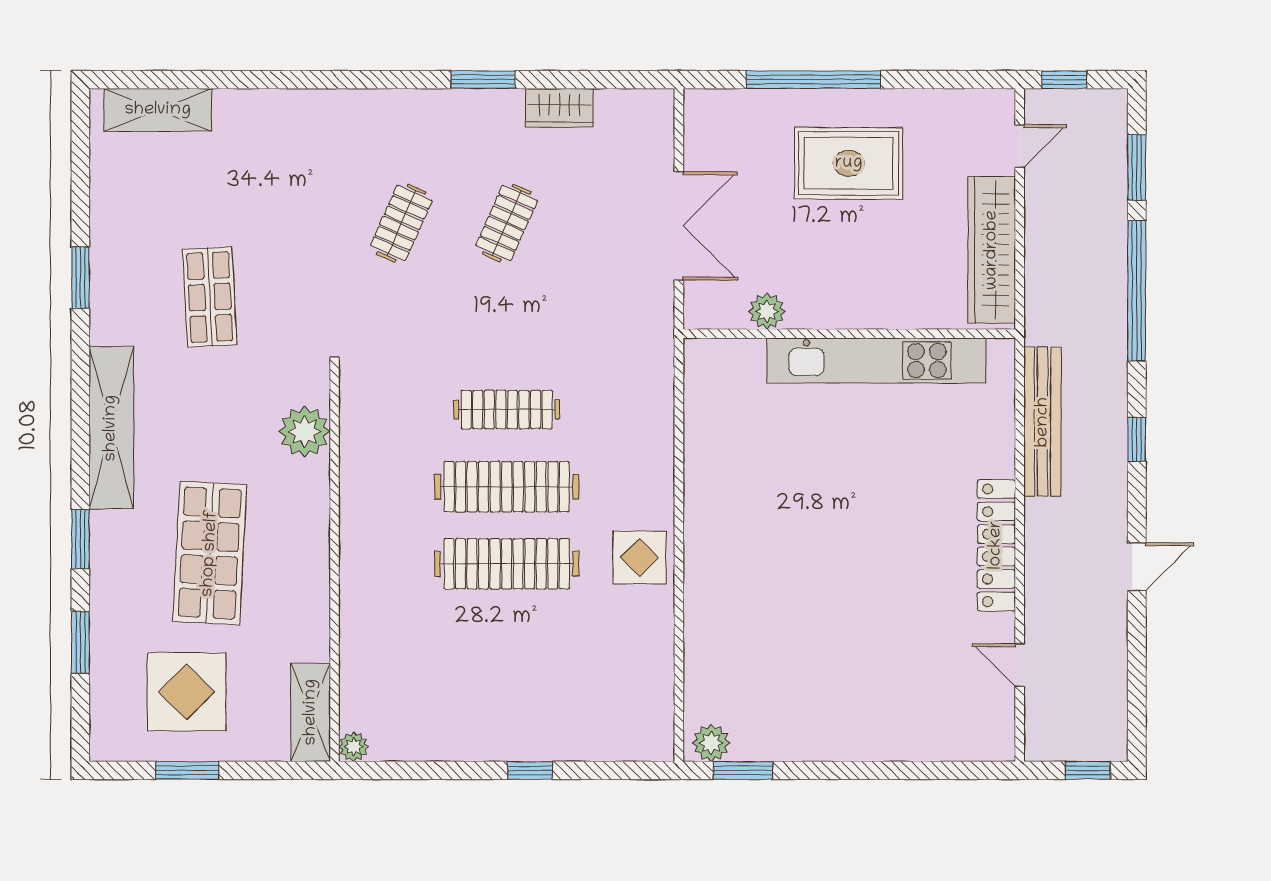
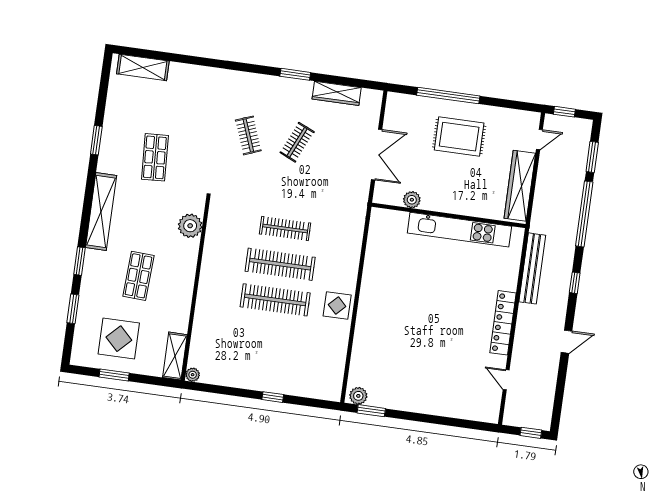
wardrobe: (559, 108) -> (337, 93), width x1.50
clothes rail: (401, 223) -> (248, 135), turned -45
shop shelf: (210, 553) -> (138, 276), width x0.70, depth x0.74

